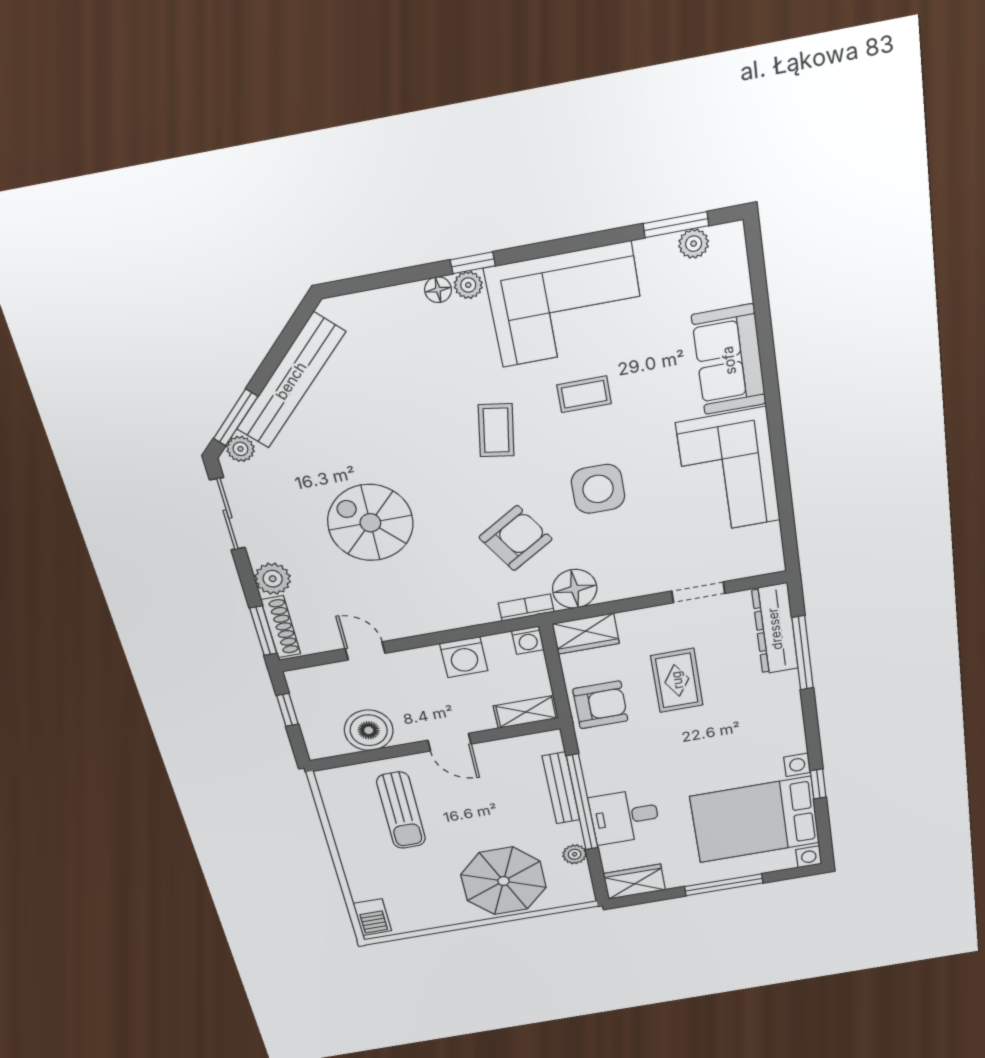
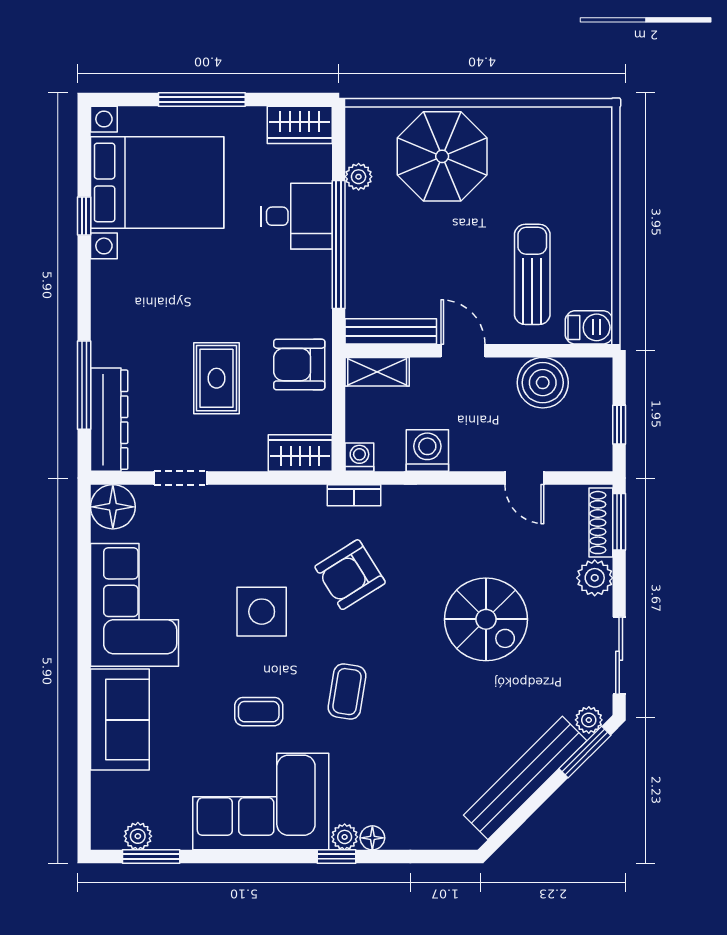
floor lamp: (575, 589) -> (113, 507), moved
bench: (561, 788) -> (391, 331), moved, turned 90
barbecue: (372, 917) -> (589, 327), moved, turned 90

